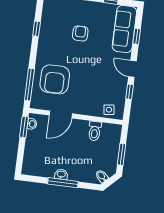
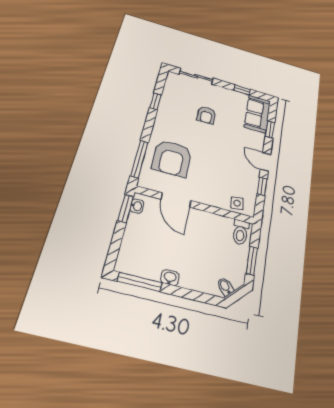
sofa: (124, 29) -> (257, 114), width x0.73
armchair: (80, 33) -> (206, 115), turned 180
door: (61, 114) -> (176, 200), hinge flipped
toilet: (95, 131) -> (240, 232), moved
window: (63, 183) -> (140, 282), moved

